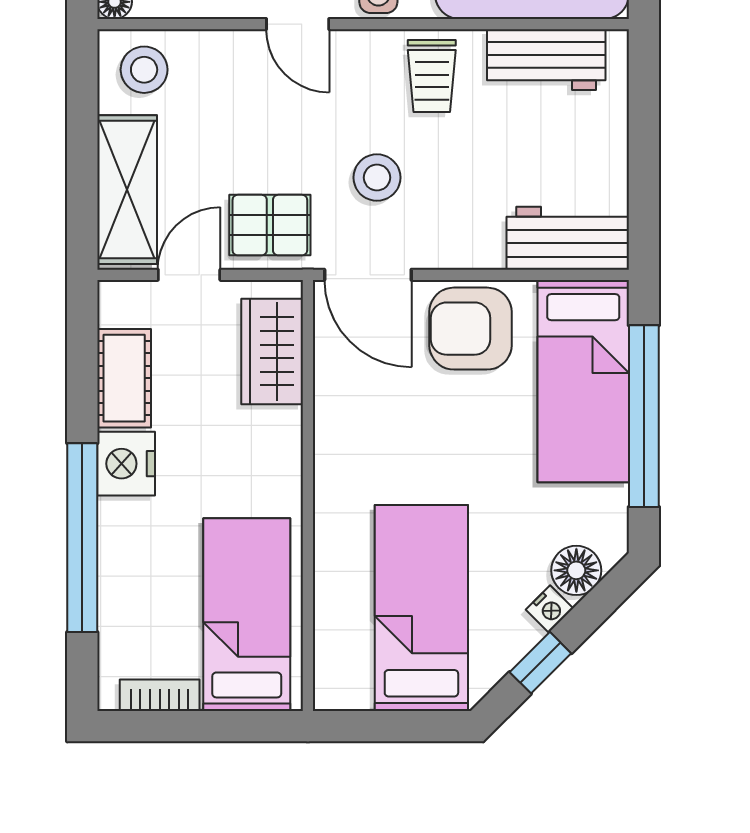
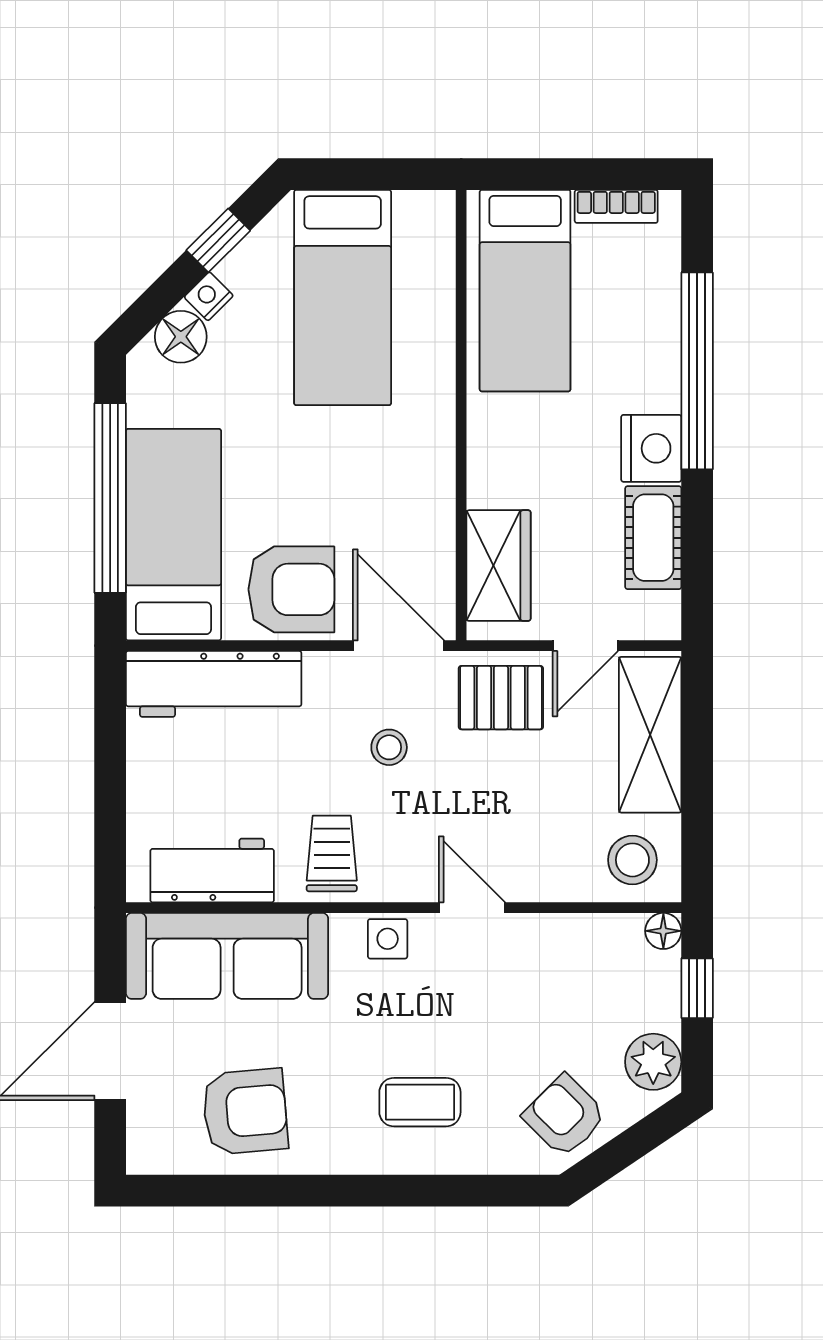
stool: (377, 178) -> (389, 747), width x0.73, depth x0.73
workbench: (568, 238) -> (214, 684), width x1.37

